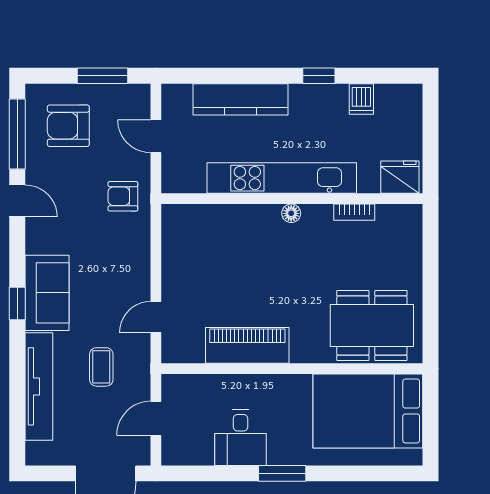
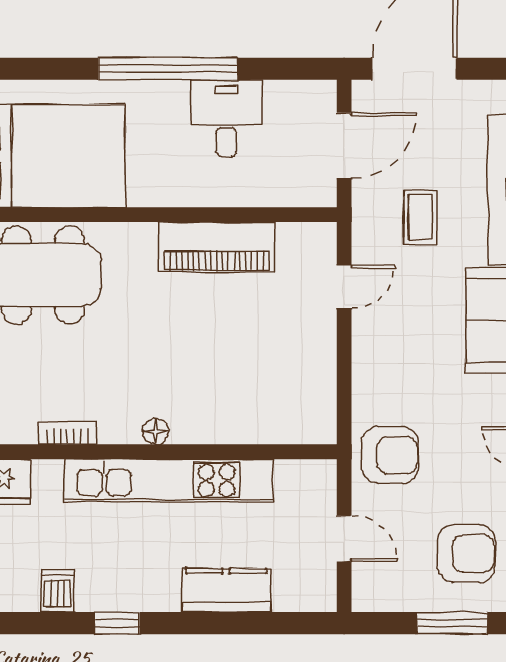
window: (102, 76) -> (452, 623), moved
kitchen counter: (241, 99) -> (226, 590), width x0.67
armchair: (123, 196) -> (390, 455), width x1.38, depth x1.38
door: (156, 418) -> (344, 146), width x1.38
window: (282, 473) -> (168, 69), width x2.11

